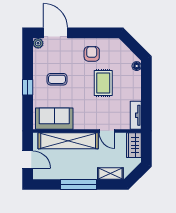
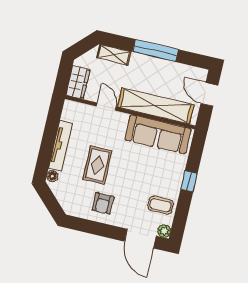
coffee table: (57, 79) -> (161, 205), moved
tv unit: (136, 115) -> (61, 146), moved, width x1.41
sofa: (54, 119) -> (158, 134), width x1.36

